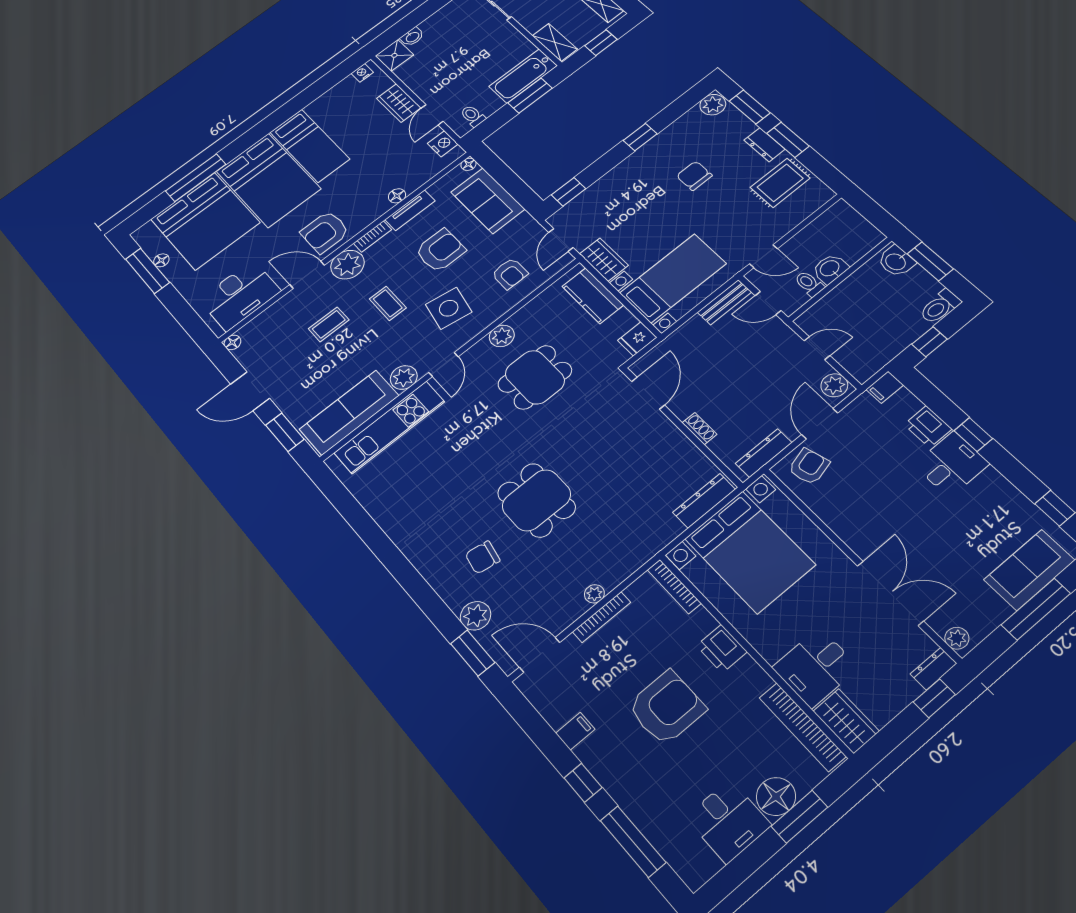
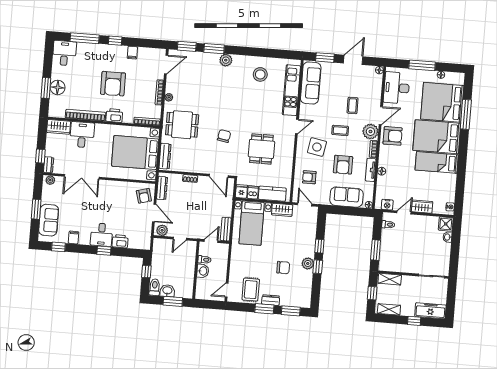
bathtub: (523, 76) -> (387, 256), removed
plant: (713, 105) -> (308, 263), moved
door: (432, 115) -> (404, 212), hinge flipped
window: (569, 192) -> (319, 246), moved
armchair: (325, 232) -> (393, 136), turned 90
door: (763, 256) -> (227, 290), moved
washbasin: (896, 261) -> (167, 291), moved
window: (147, 271) -> (422, 65), moved
dishwasher: (621, 322) -> (253, 192), added
plant: (502, 336) -> (288, 153), removed
door: (443, 365) -> (297, 126), swing flipped
plant: (404, 377) -> (305, 110), removed
filing cabinet: (885, 387) -> (74, 237), moved
stool: (408, 496) -> (260, 74), added
dining table: (536, 500) -> (182, 125), moved
chair: (482, 557) -> (224, 136), moved
window: (433, 607) -> (214, 49), added
window: (1036, 609) -> (36, 209), width x0.69
plant: (476, 616) -> (226, 60), moved
bookcase: (802, 727) -> (86, 115), moved
desk: (728, 821) -> (64, 53), moved, turned 90

